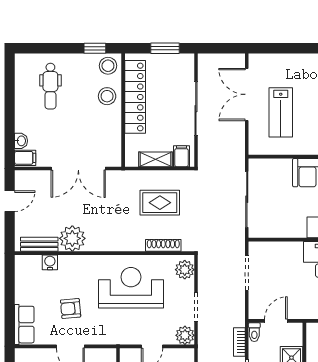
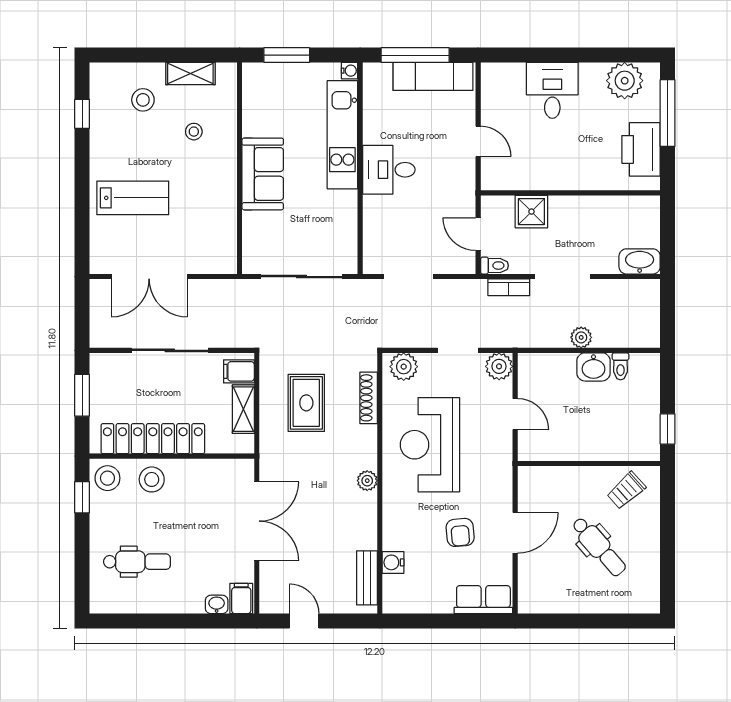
lab bench: (281, 112) -> (133, 198), moved
plant: (72, 238) -> (367, 481), moved, width x0.53, depth x0.53

